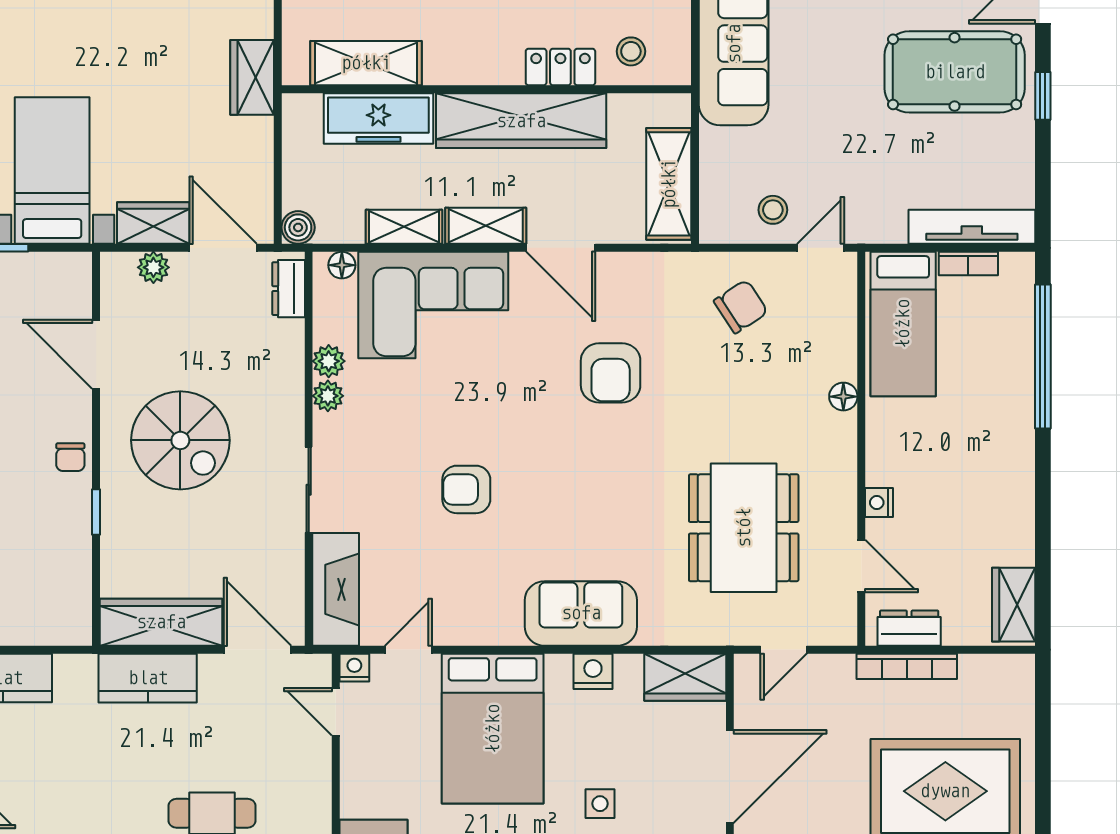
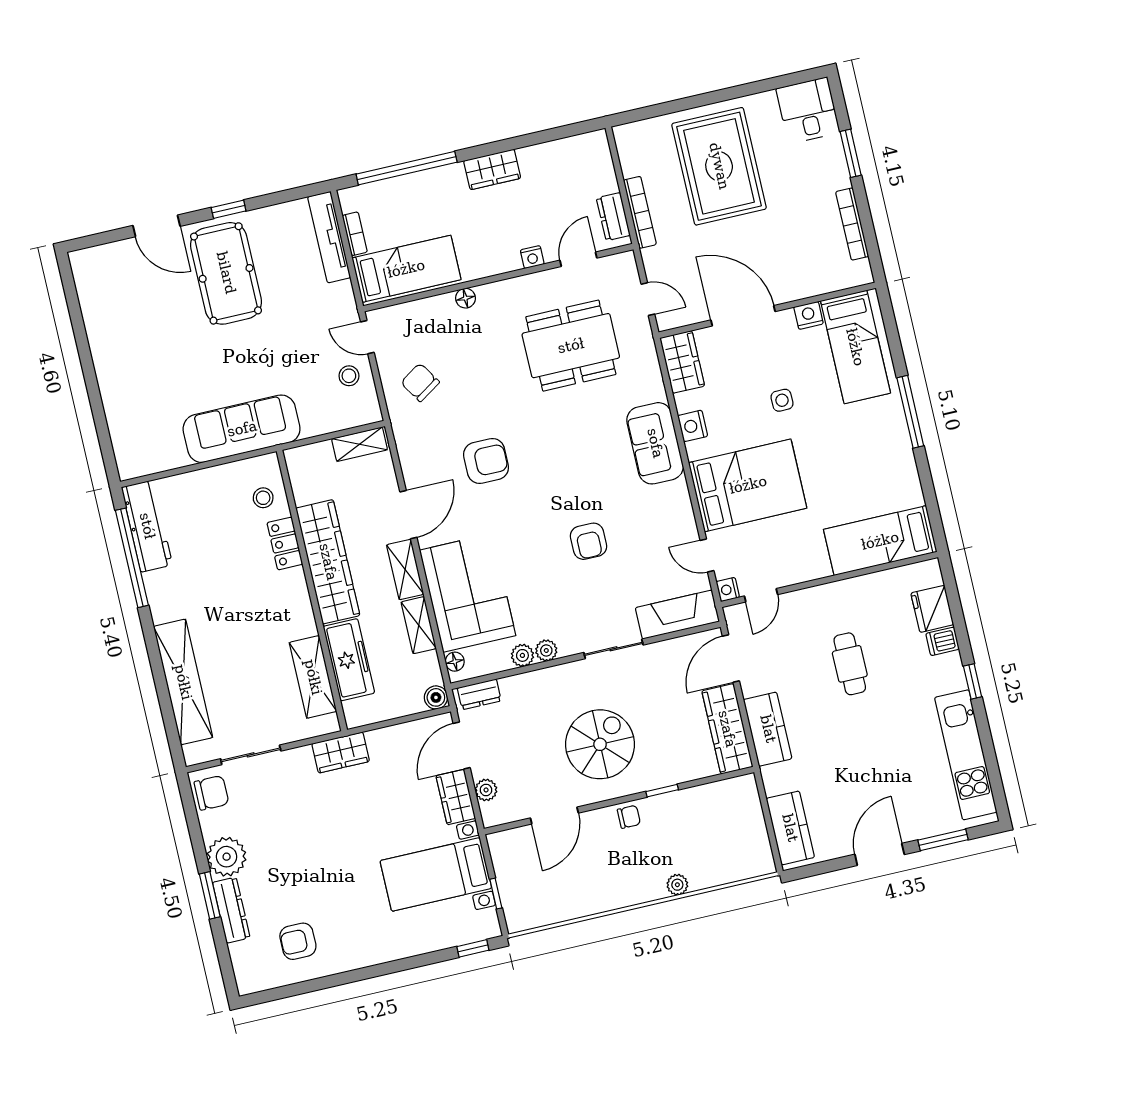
shelving: (669, 184) -> (360, 444), width x0.67, depth x0.75
wardrobe: (1014, 605) -> (492, 169), moved

